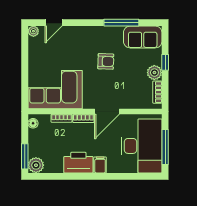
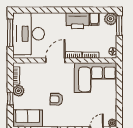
filing cabinet: (100, 165) -> (94, 19), moved

